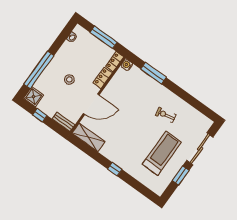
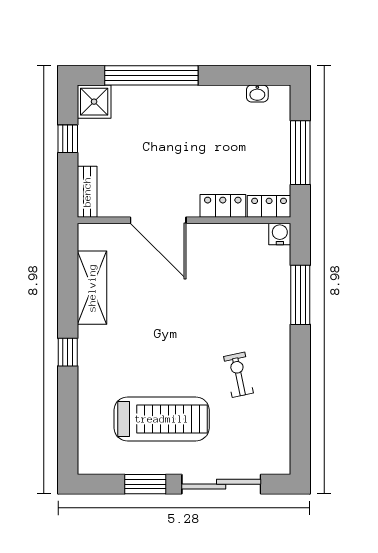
stool: (69, 80) -> (175, 146), removed
shelving: (88, 137) -> (92, 288), moved

